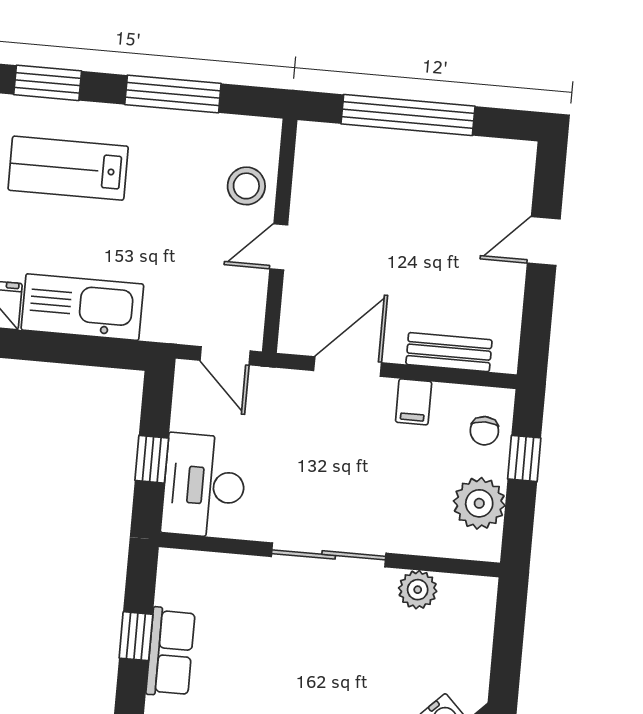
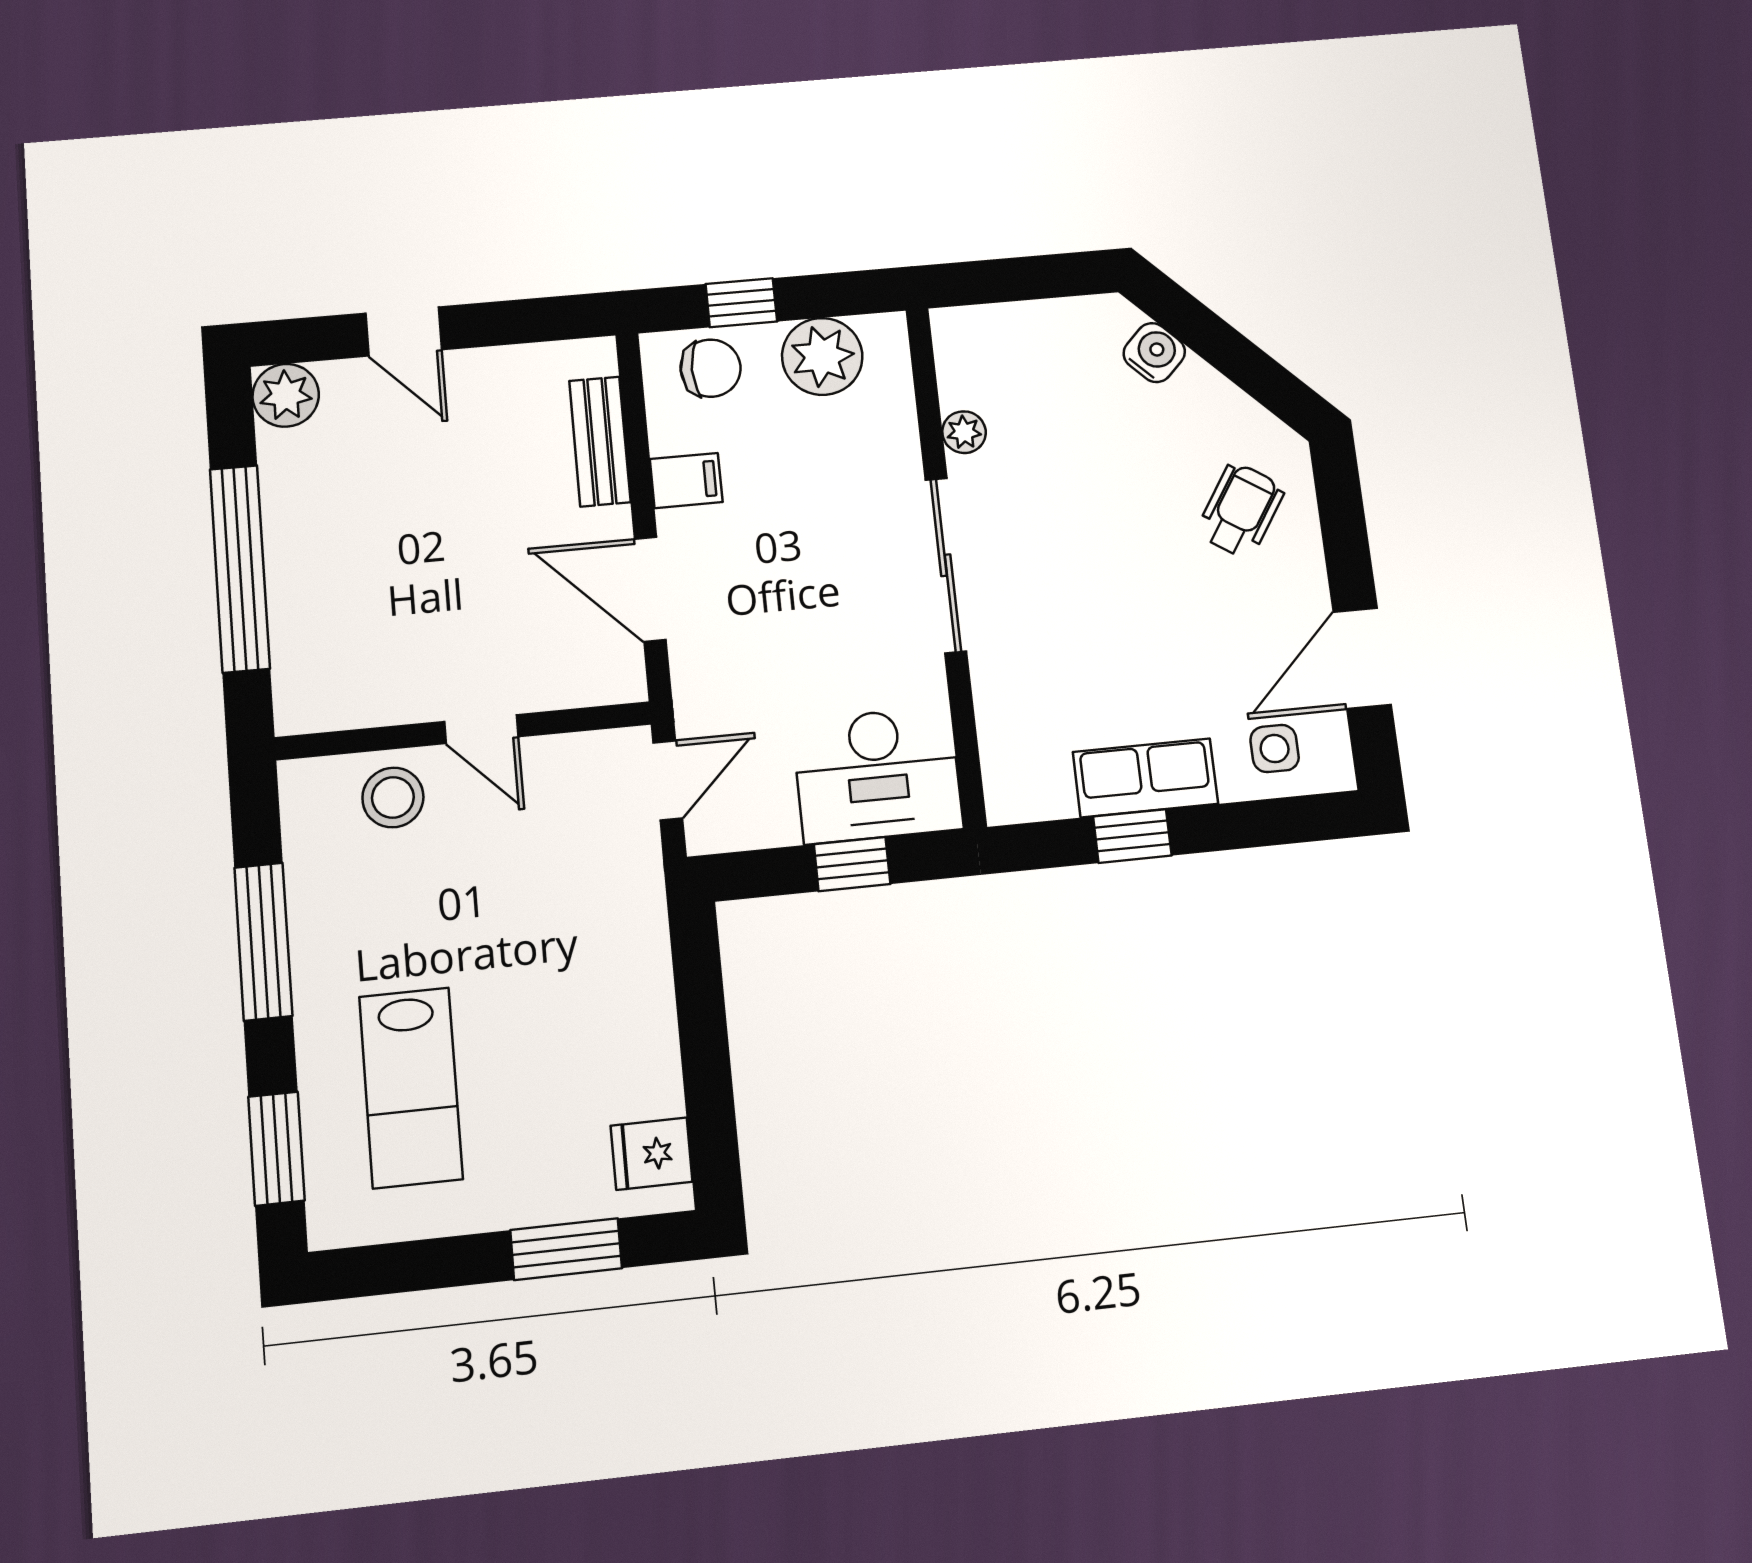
plant: (515, 160) -> (286, 395), added
kitchen sink: (82, 307) -> (631, 1021), removed
chair: (484, 431) -> (711, 368), width x1.37, depth x1.37
plant: (418, 590) -> (964, 432), width x0.73, depth x0.73

